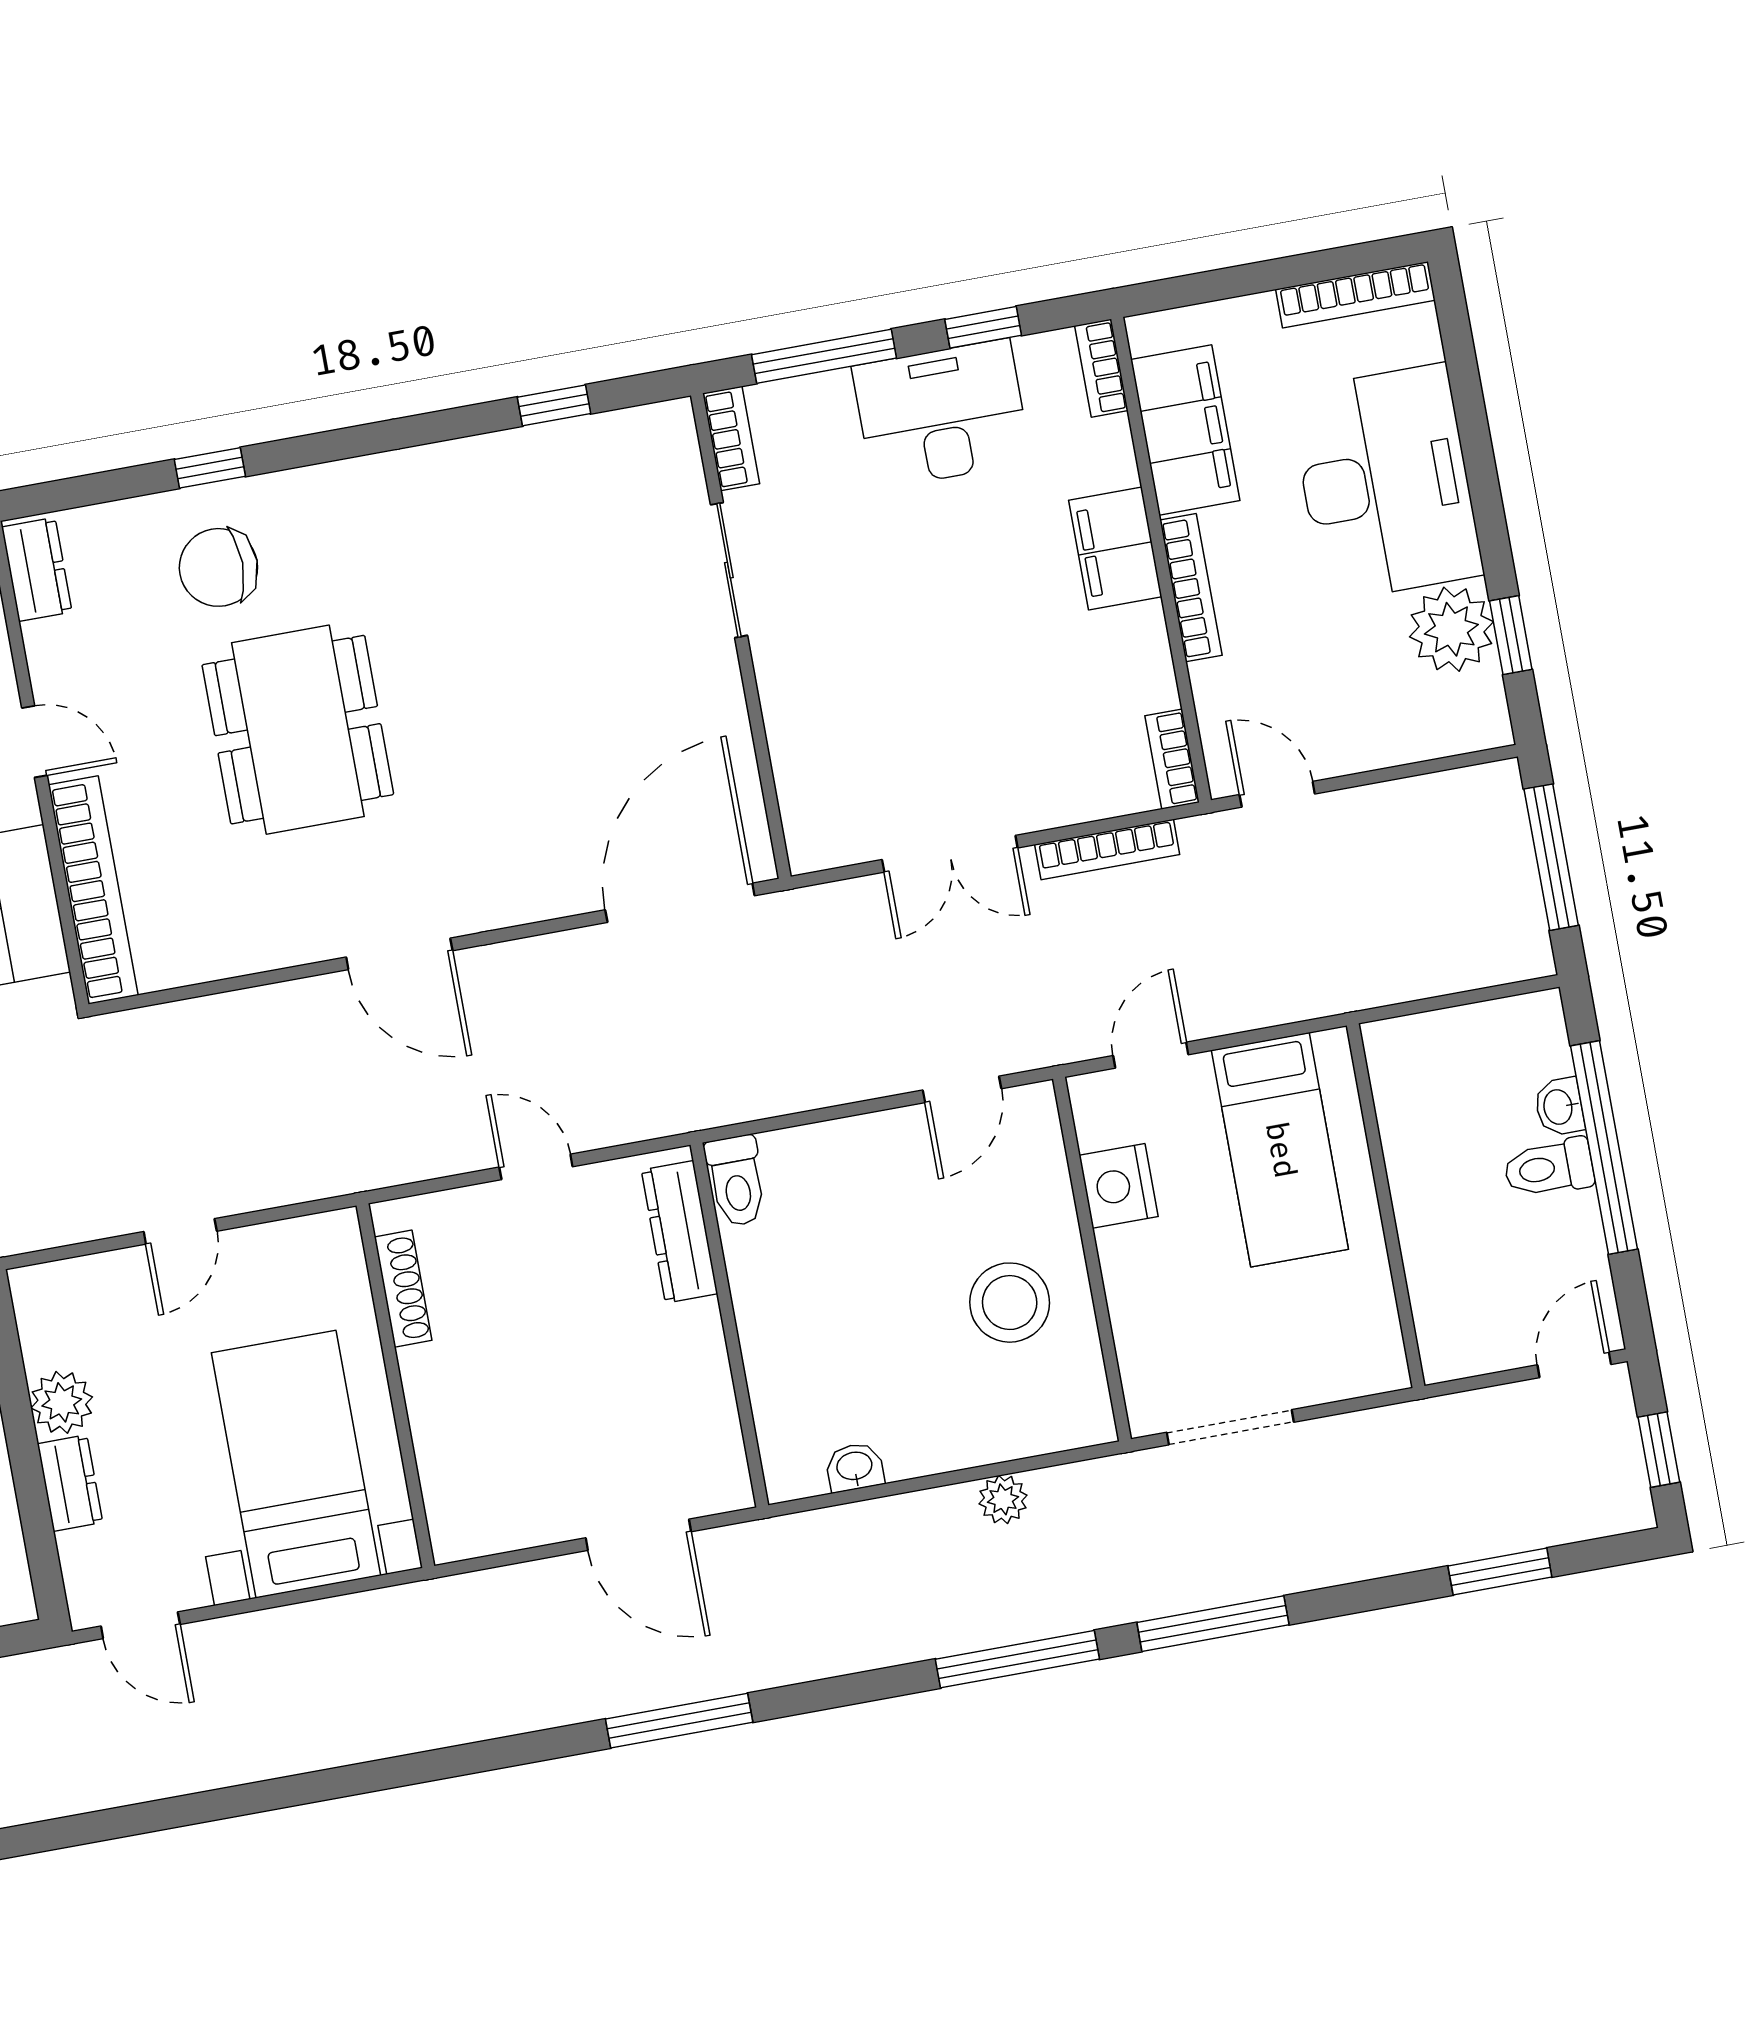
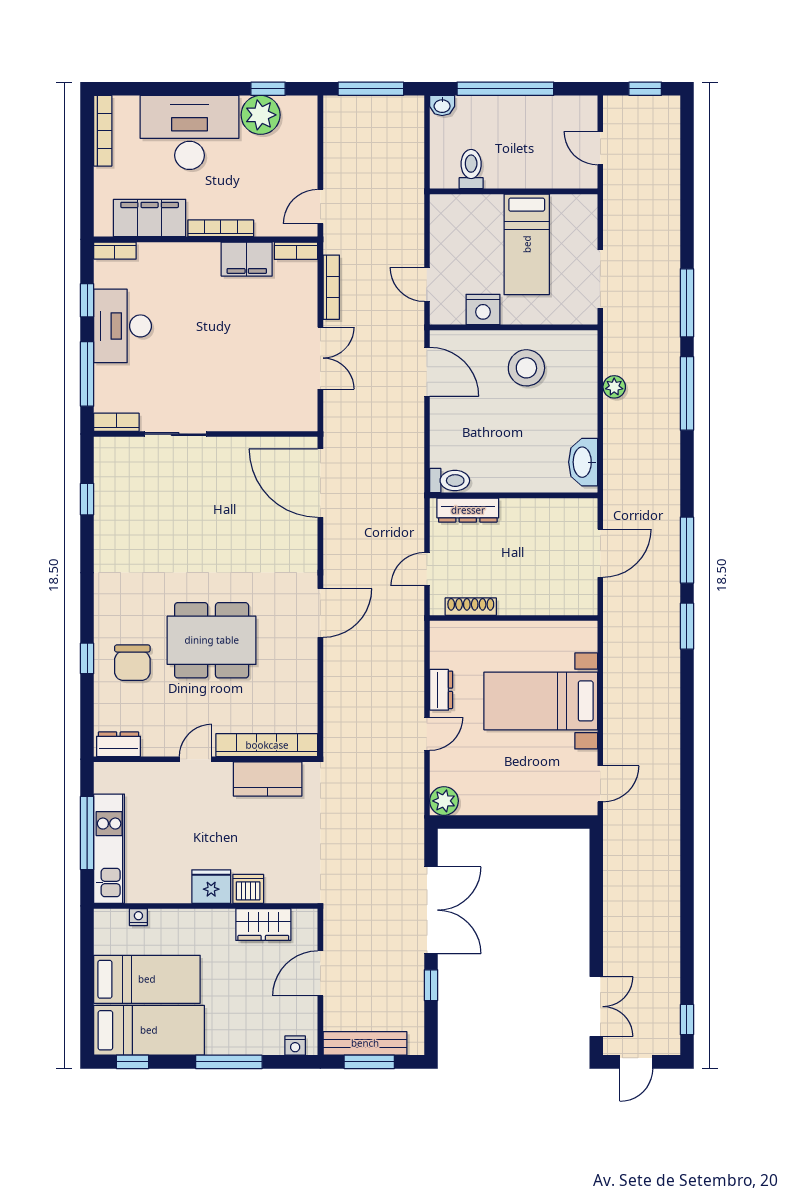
filing cabinet: (1115, 549) -> (247, 259), moved
door: (962, 1089) -> (427, 372), width x1.38
washbasin: (1559, 1107) -> (442, 105), moved
bed: (1280, 1150) -> (527, 244), moved, turned 90
toilet: (1549, 1168) -> (471, 169), moved, turned 180
door: (180, 1231) -> (427, 734), hinge flipped
shoe rack: (403, 1289) -> (471, 607), moved
door: (1574, 1365) -> (600, 148), moved
wall: (395, 1386) -> (514, 618), moved
plant: (62, 1402) -> (444, 801), moved
washbasin: (855, 1467) -> (583, 462), width x1.91, depth x1.45
dresser: (70, 1483) -> (441, 690), moved, turned 90
window: (1500, 1571) -> (687, 626), moved

